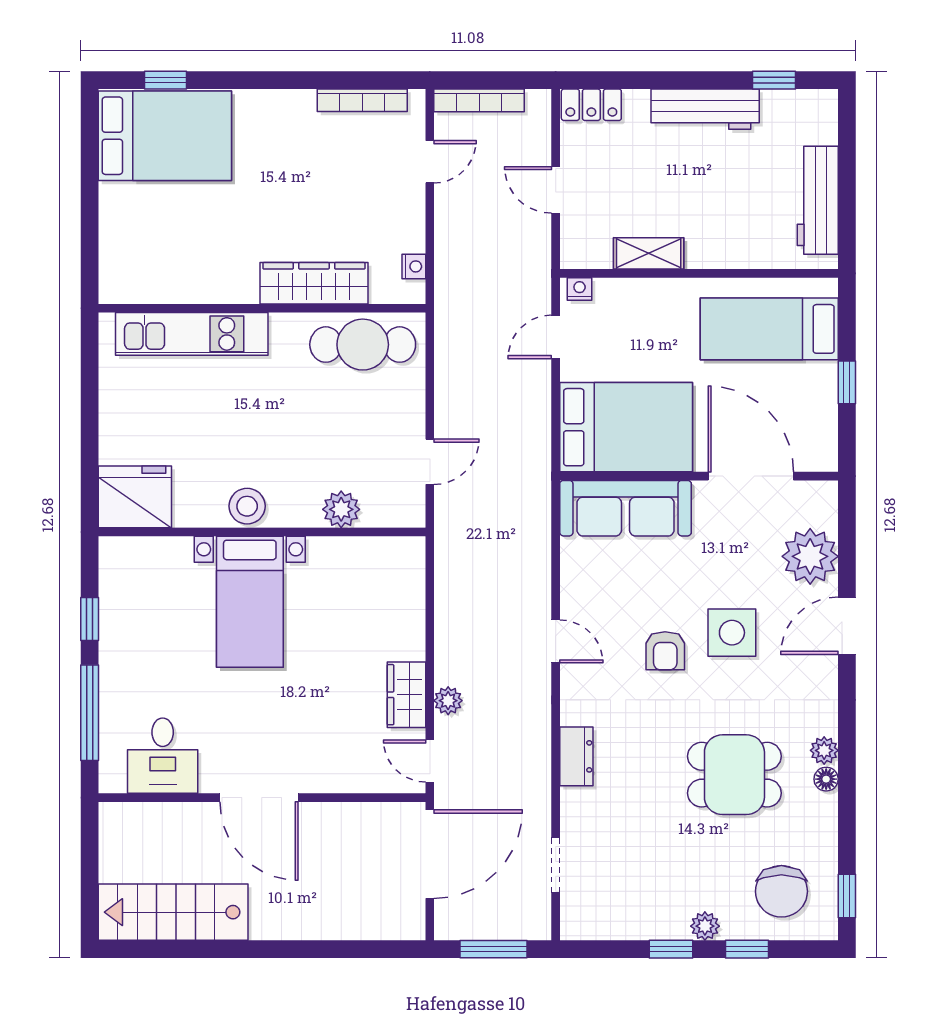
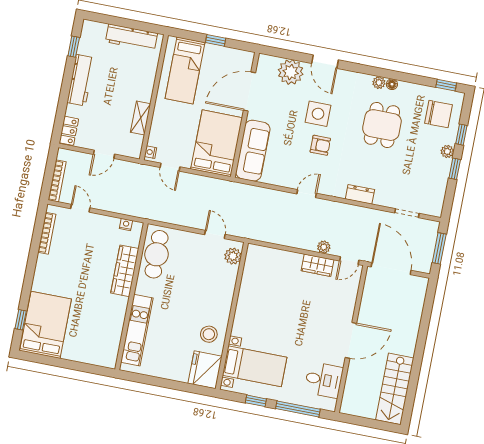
stool: (247, 506) -> (209, 334), moved
plant: (341, 509) -> (233, 256), moved
bed with nightstands: (250, 602) -> (255, 366), moved

